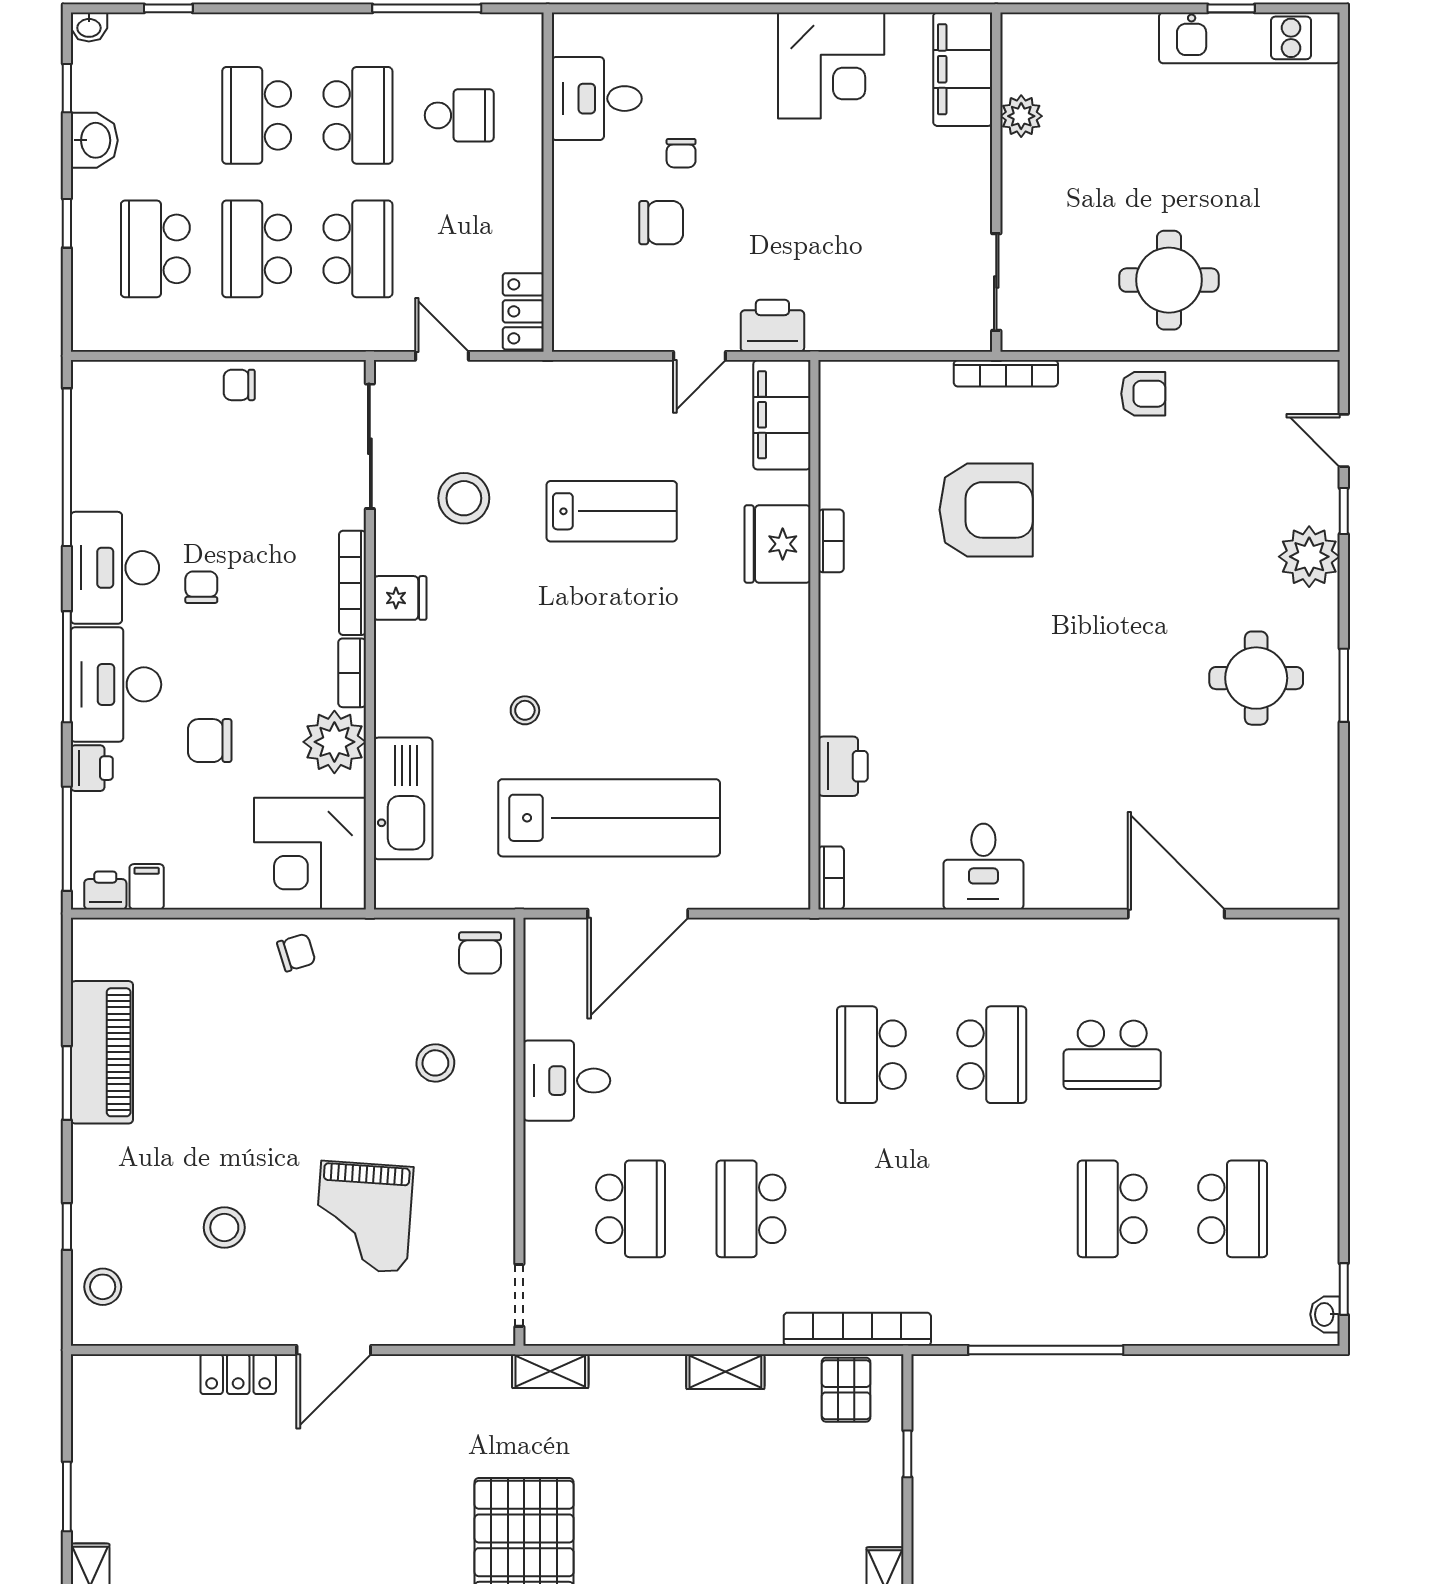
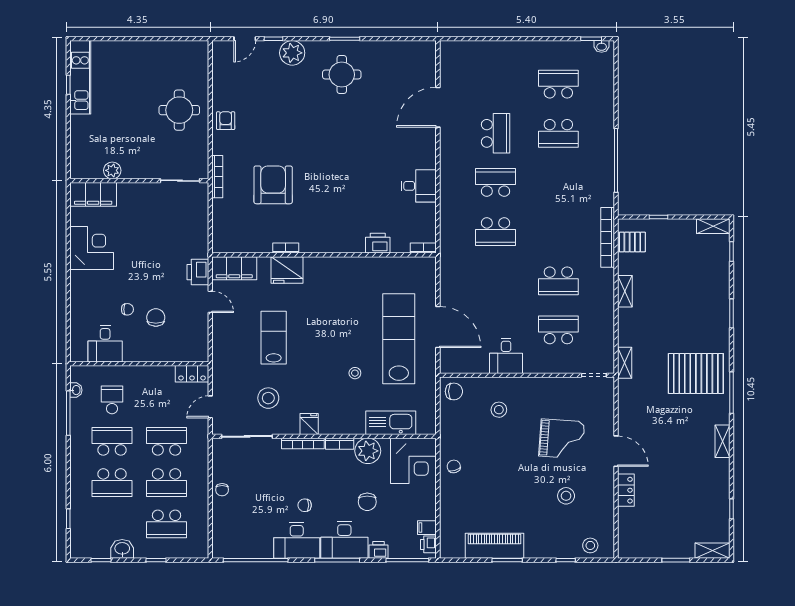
washbasin: (89, 27) -> (76, 390), moved

